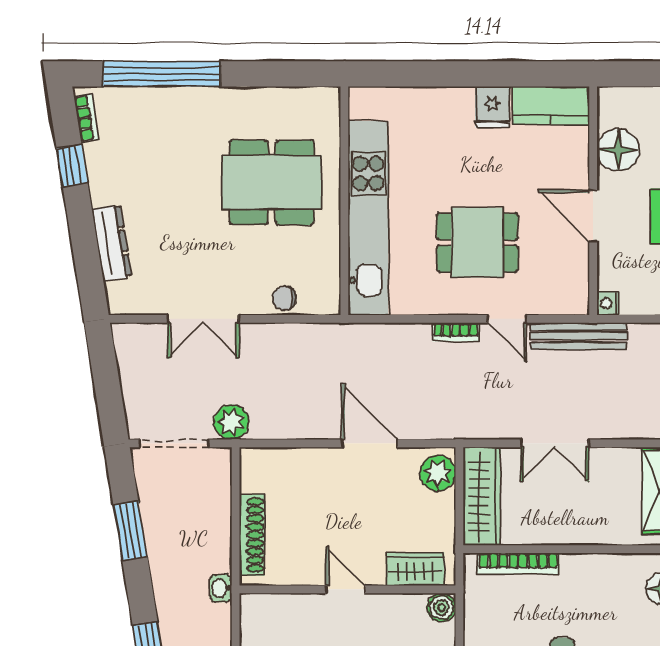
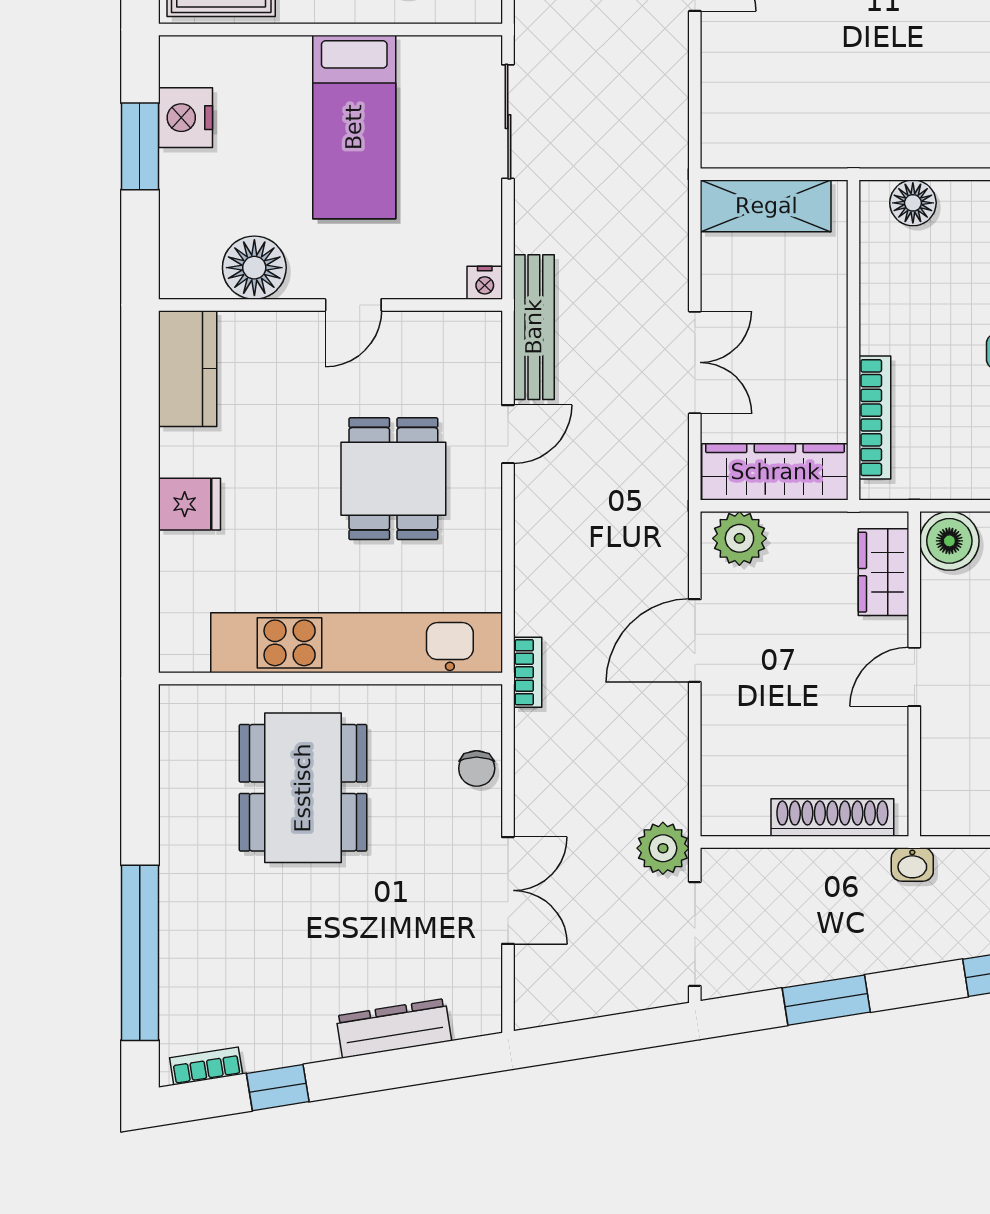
fridge: (492, 107) -> (190, 504), moved
door: (593, 216) -> (353, 305), width x0.73
bookcase: (456, 332) -> (528, 672), moved
boiler: (441, 608) -> (949, 541), width x1.36, depth x1.36

